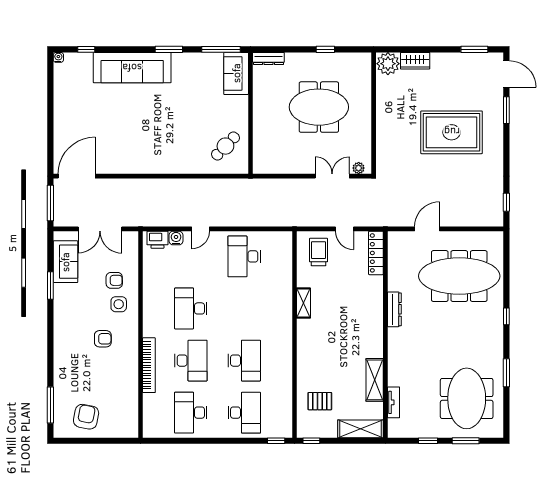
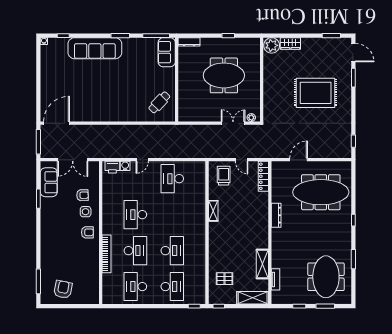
armchair: (103, 339) -> (87, 232), moved

